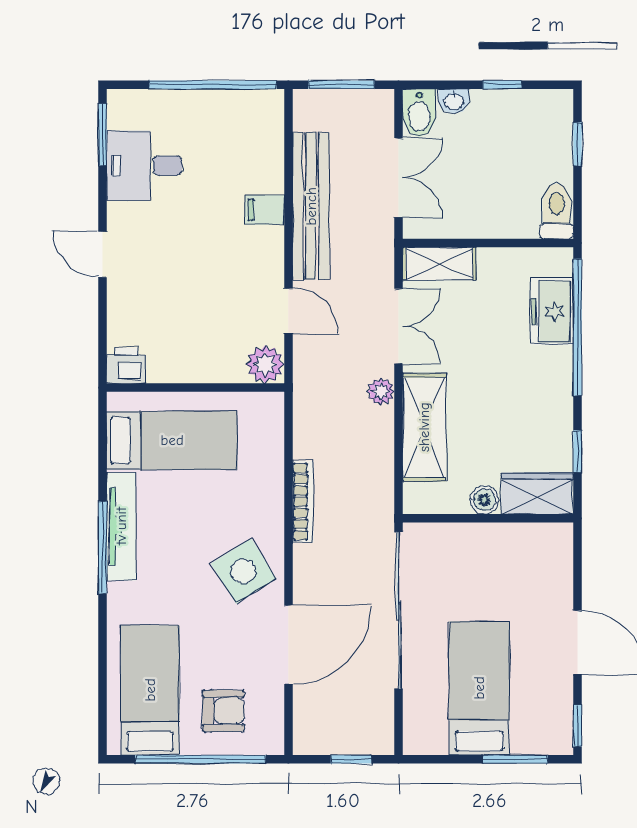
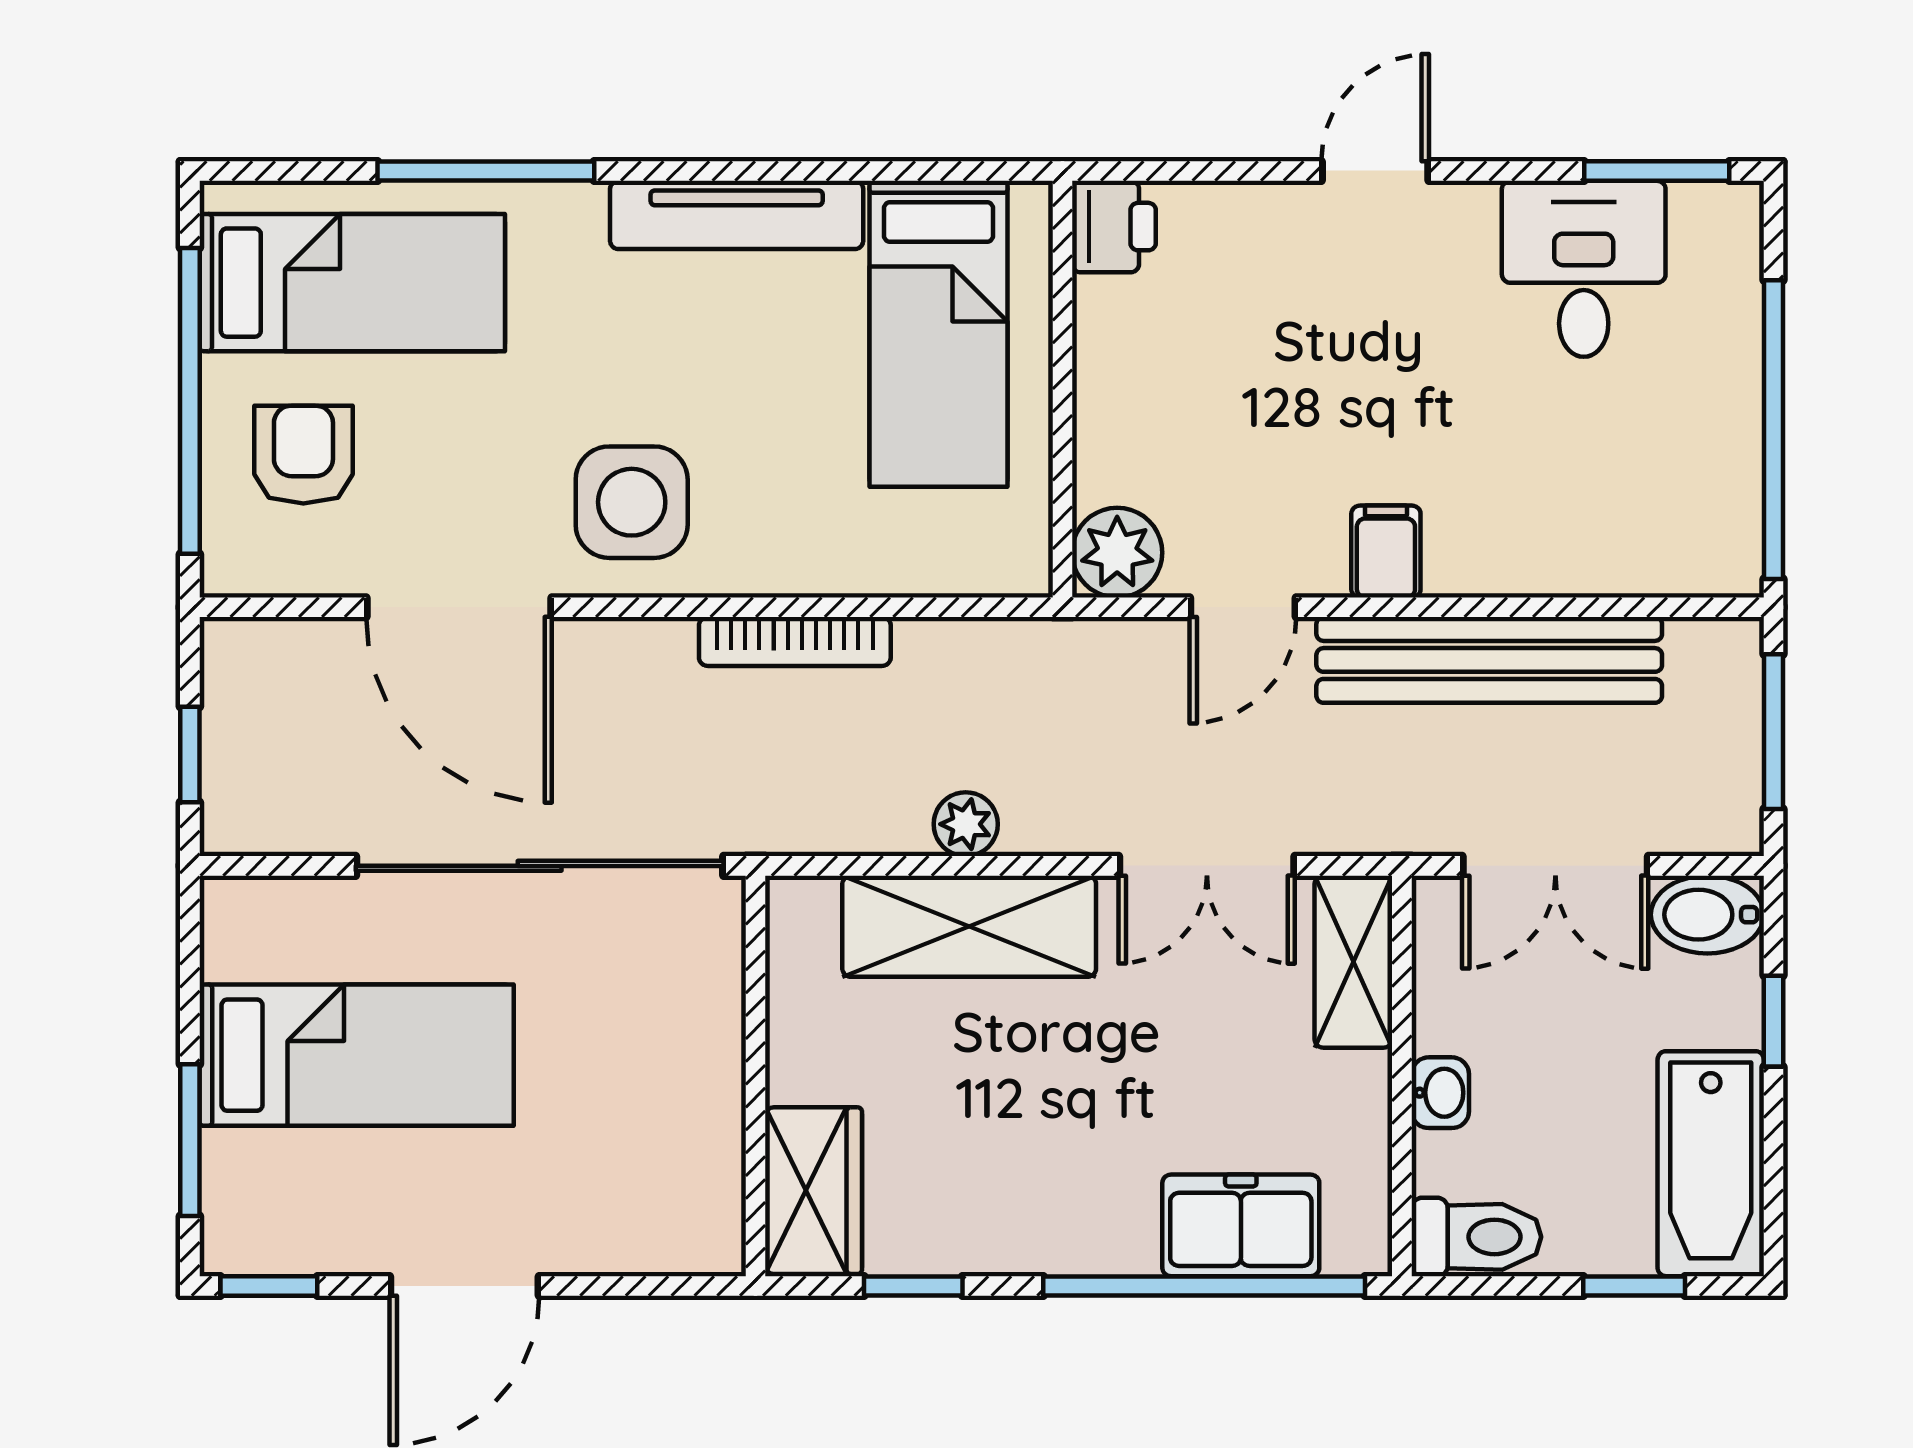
window: (502, 85) -> (1774, 1021), moved
washbasin: (454, 101) -> (1440, 1093), moved, turned 180
bathtub: (525, 111) -> (1711, 1164), added
filing cabinet: (265, 210) -> (1386, 551), moved
plant: (381, 392) -> (966, 824), moved
boiler: (484, 500) -> (799, 1067), removed
window: (103, 547) -> (486, 171), moved
side table: (244, 571) -> (632, 502), turned 32
armchair: (223, 711) -> (303, 455), turned 180

